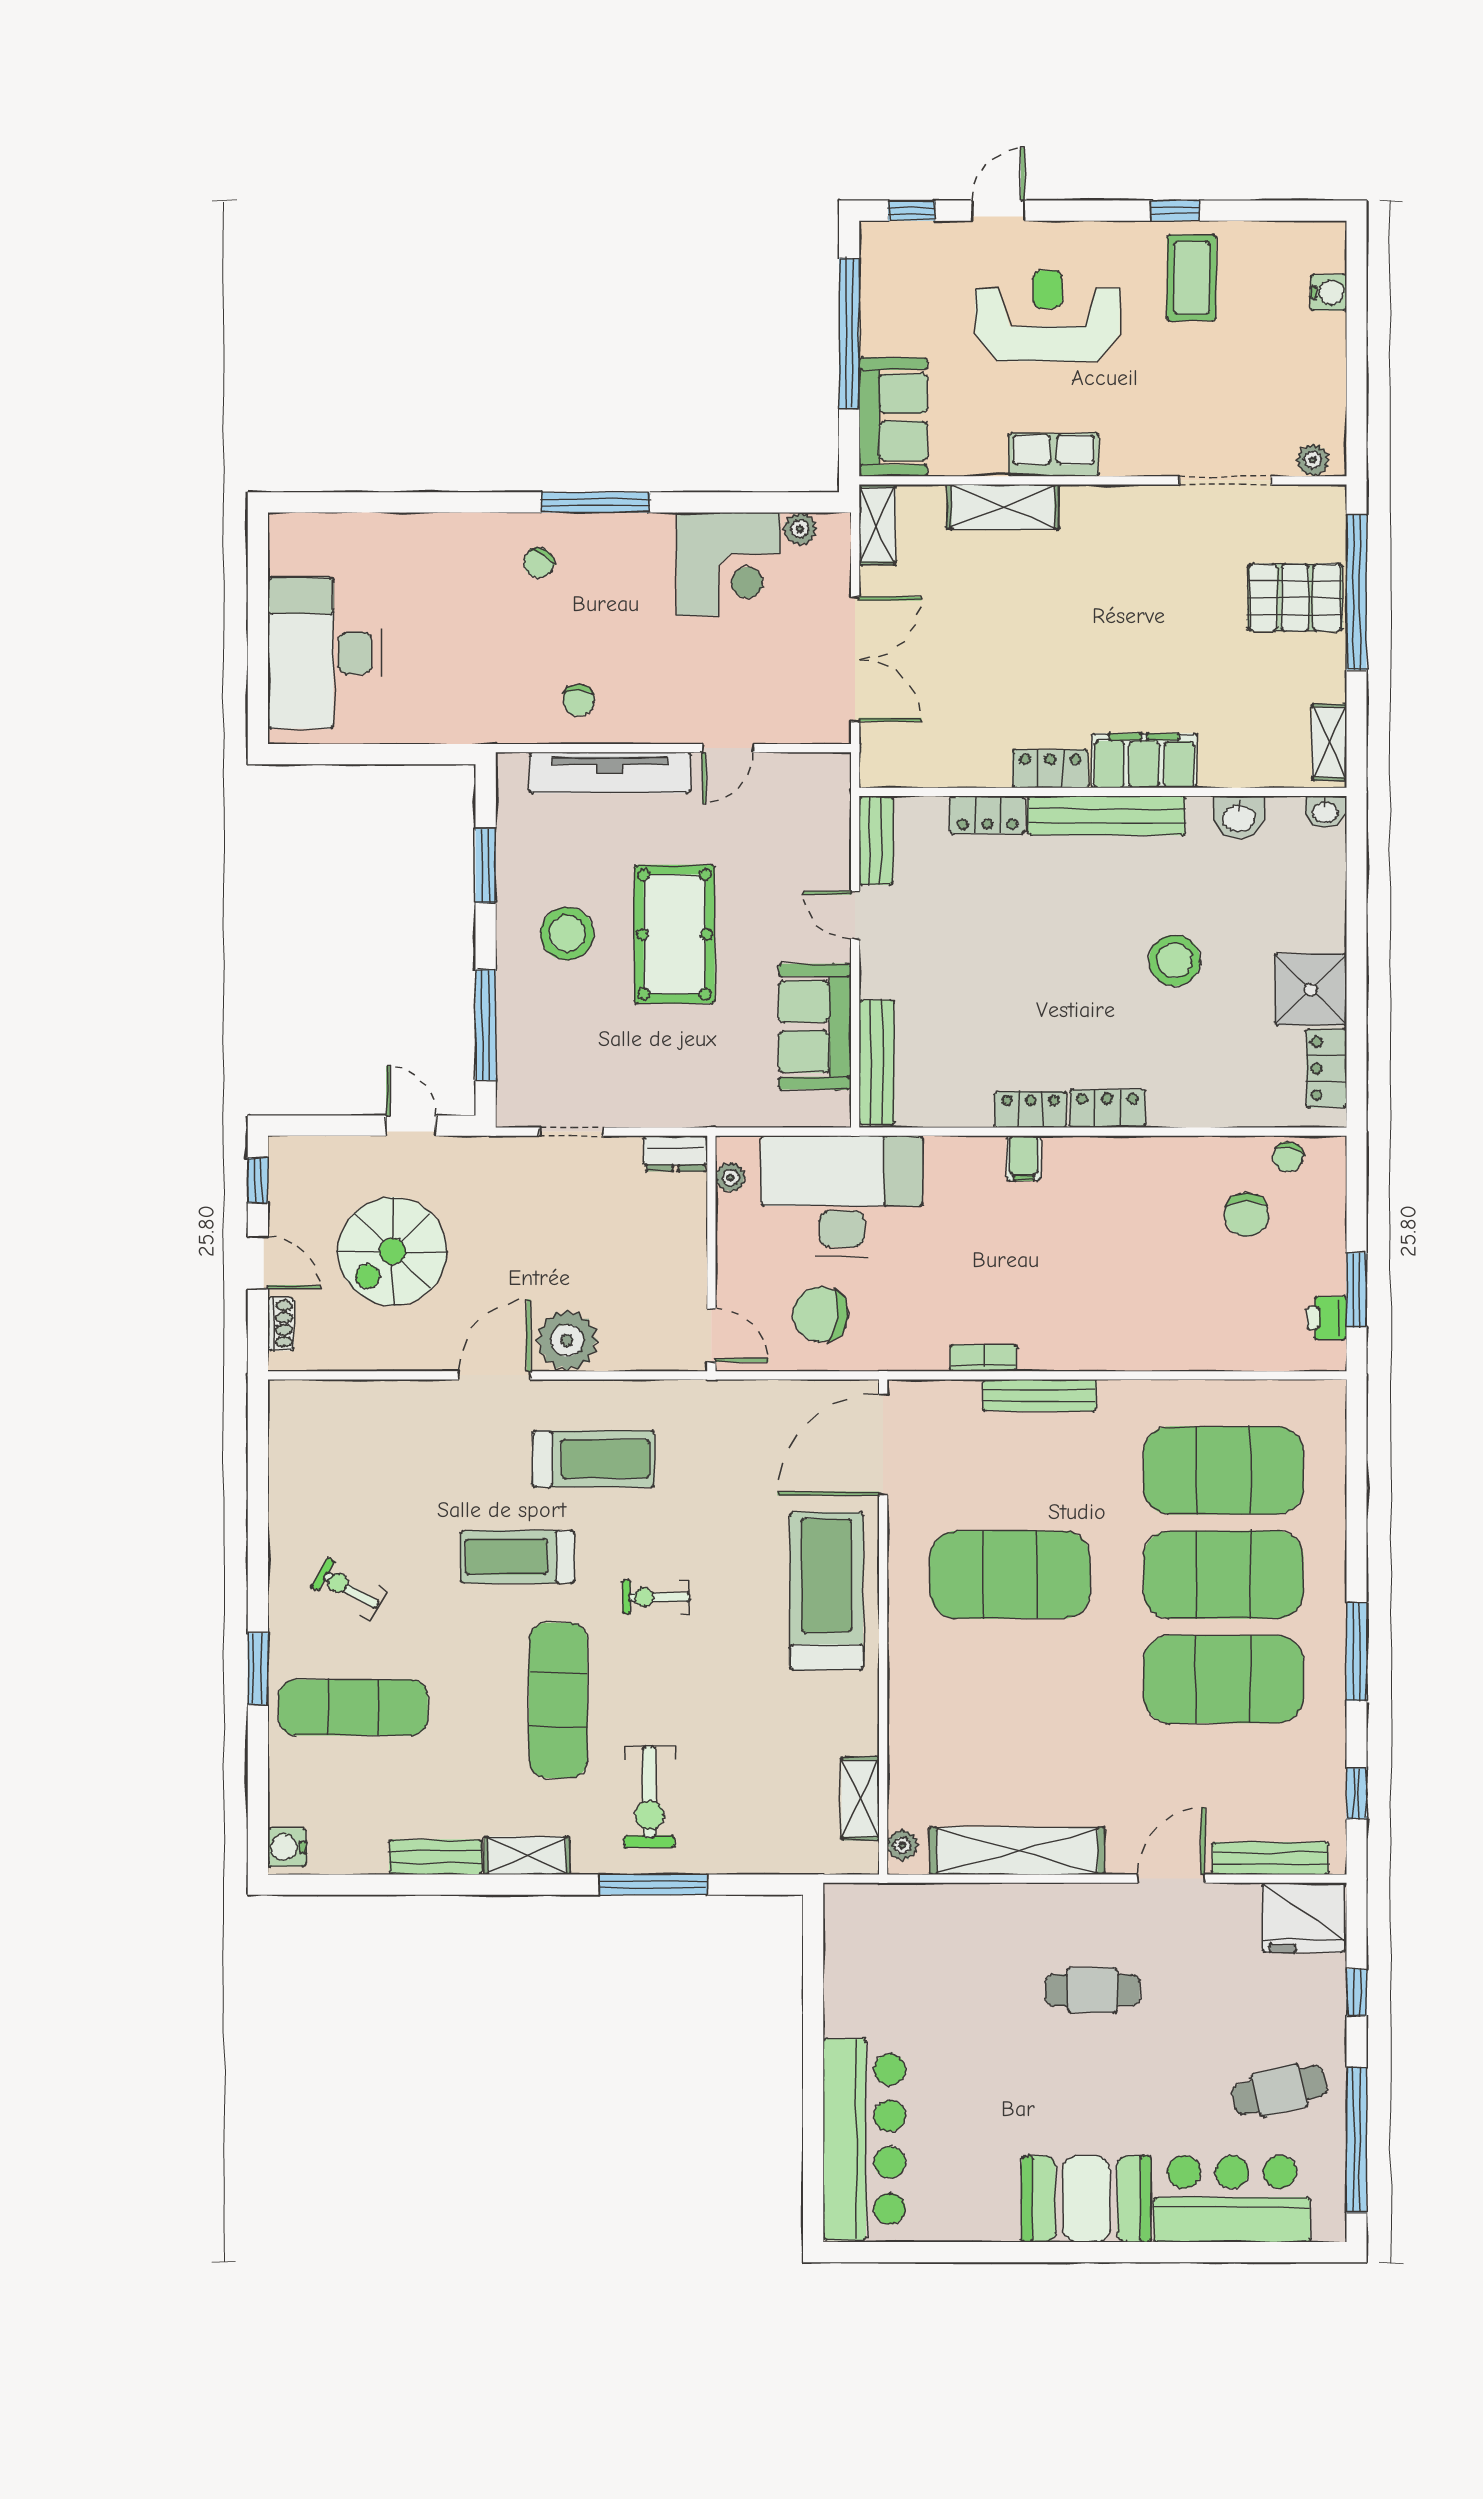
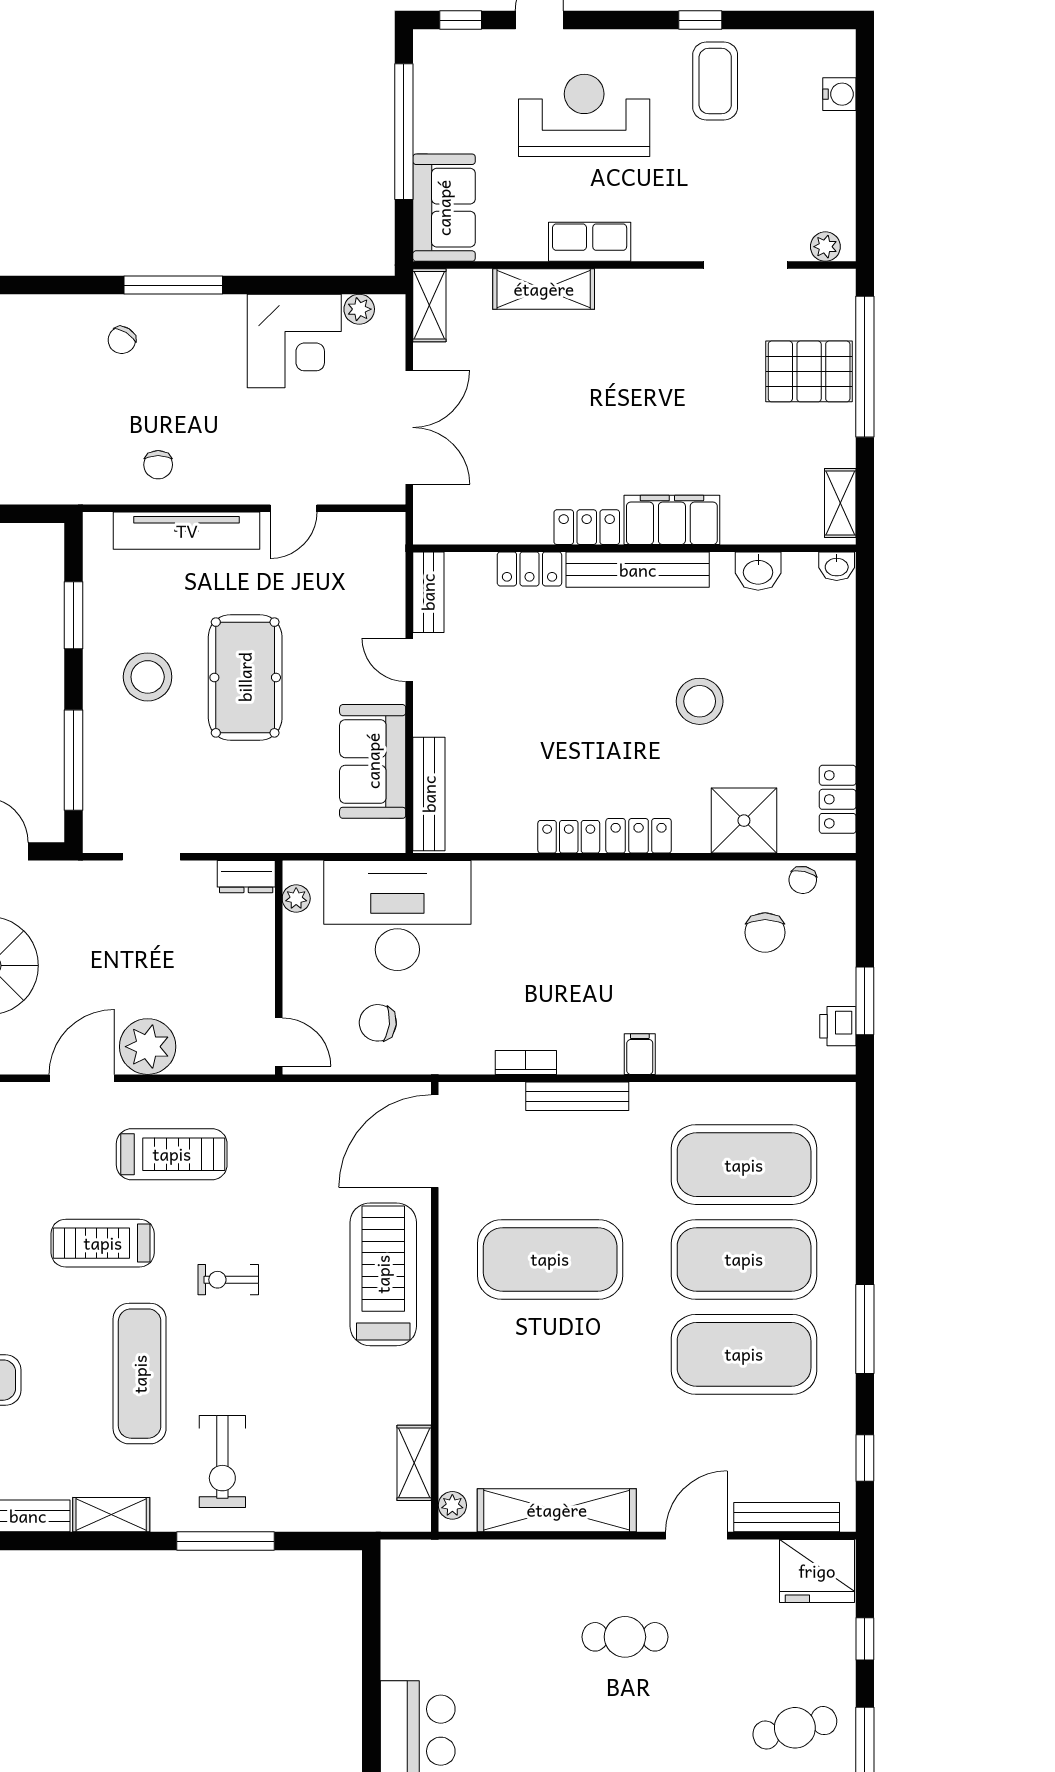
shower: (1311, 990) -> (744, 821), moved
filing cabinet: (1024, 1158) -> (640, 1054), moved, turned 180
chair: (820, 1314) -> (378, 1023), width x0.73, depth x0.73

